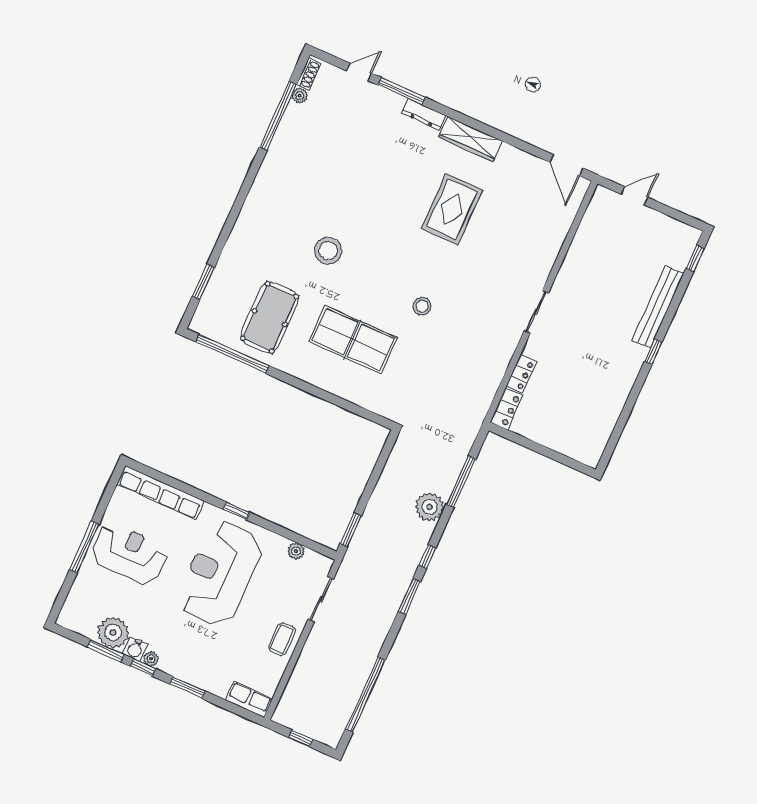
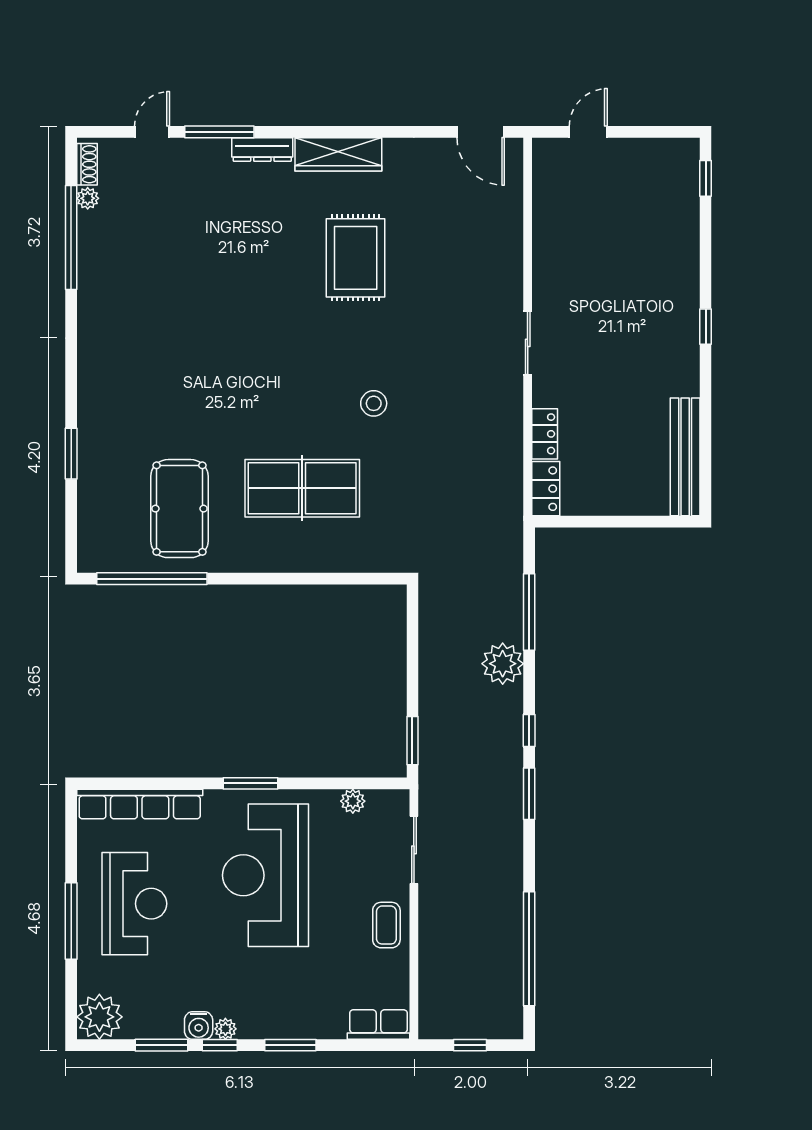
stool: (328, 251) -> (217, 386), removed
window: (203, 282) -> (71, 454), moved
bench: (658, 307) -> (685, 457), moved
window: (236, 511) -> (250, 783), width x1.50
reception desk: (129, 554) -> (134, 904), turned 90
plant: (113, 633) -> (99, 1017), moved

